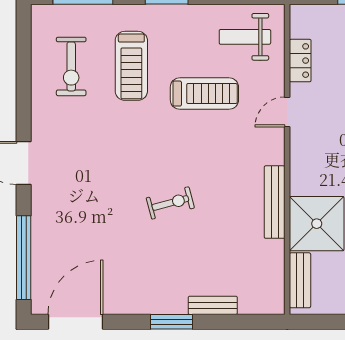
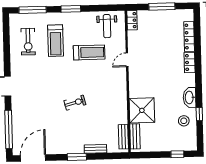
weight bench: (245, 37) -> (107, 26), turned -90
locker: (300, 61) -> (132, 20), moved
bench: (275, 202) -> (123, 137), moved, width x0.73

